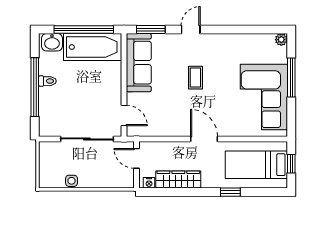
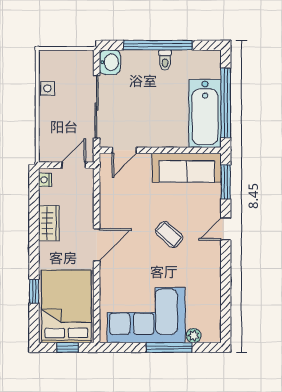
door: (191, 29) -> (226, 229), swing flipped
plant: (281, 40) -> (194, 336), moved
washbasin: (52, 42) -> (110, 62), moved, turned 180
coffee table: (195, 78) -> (169, 235), turned 42
bed: (256, 165) -> (66, 306), width x1.50
wardrobe: (178, 180) -> (49, 223), width x0.67
window: (230, 192) -> (34, 291), moved

